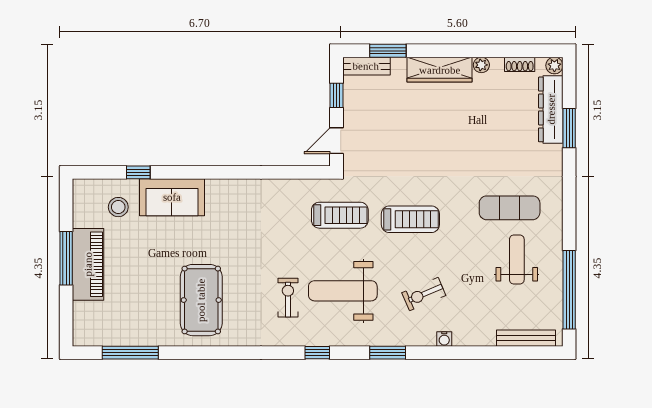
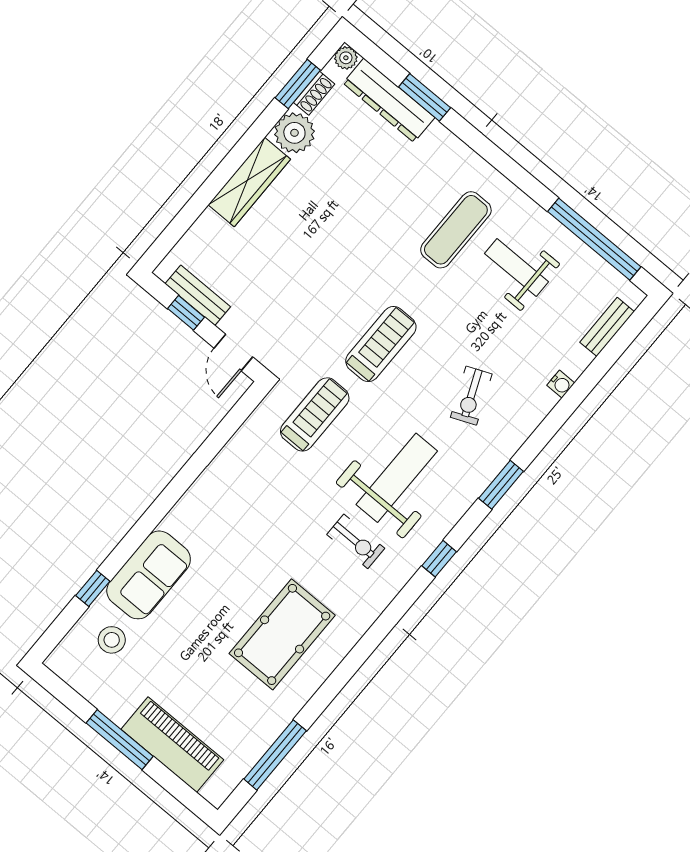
window: (388, 51) -> (298, 84), moved
plant: (481, 65) -> (294, 133), width x1.87, depth x1.87
bench: (366, 66) -> (198, 295), moved, turned 90
piano: (88, 264) -> (172, 745), moved
weight bench: (343, 291) -> (397, 478), turned 180
exercise bike: (288, 298) -> (356, 541), turned 180
pool table: (201, 300) -> (282, 634), turned 90
bench: (526, 338) -> (607, 327), width x0.73
water cooler: (444, 339) -> (561, 384), moved

